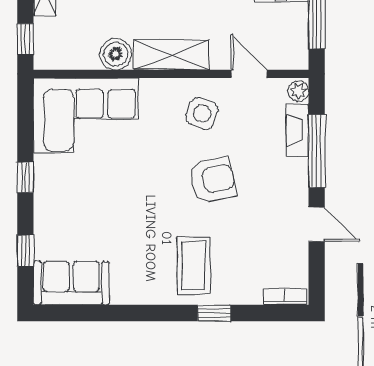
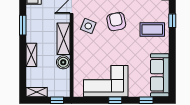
corner sofa: (86, 115) -> (106, 81), moved, turned -90
sofa: (71, 283) -> (160, 75), width x1.36

